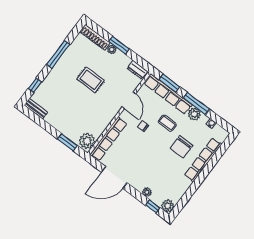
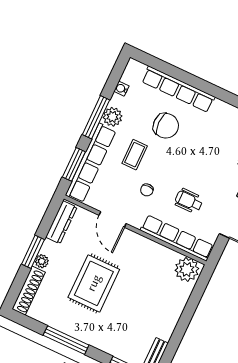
dresser: (137, 70) -> (61, 222), width x1.44
rug: (91, 80) -> (94, 283), width x1.36, depth x1.43
door: (129, 100) -> (113, 219), swing flipped
window: (67, 142) -> (195, 299), removed
wheelchair: (130, 151) -> (189, 201), added

